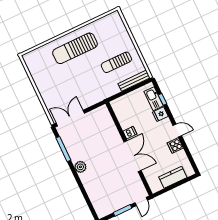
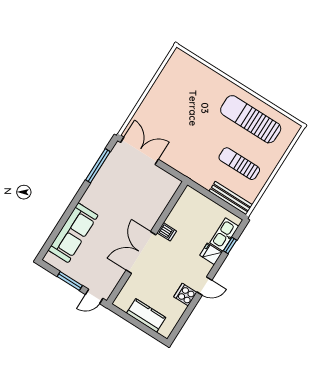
sun lounger: (75, 48) -> (251, 119), moved
door: (177, 131) -> (204, 286), hinge flipped
double door: (133, 156) -> (141, 253), swing flipped
plant: (80, 167) -> (90, 199), removed
sofa: (95, 190) -> (73, 233), added

